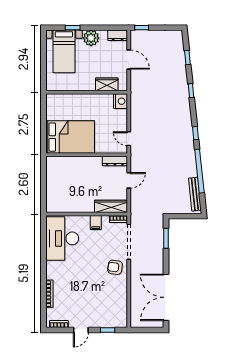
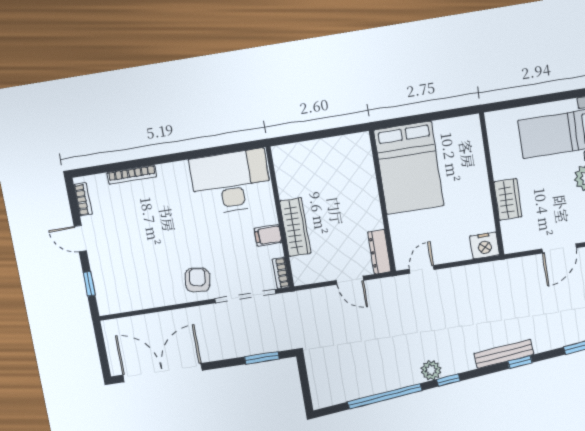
wardrobe: (107, 84) -> (508, 199), moved
plant: (188, 142) -> (431, 370), added
bench: (195, 194) -> (504, 354), moved
wardrobe: (111, 206) -> (295, 227), moved

